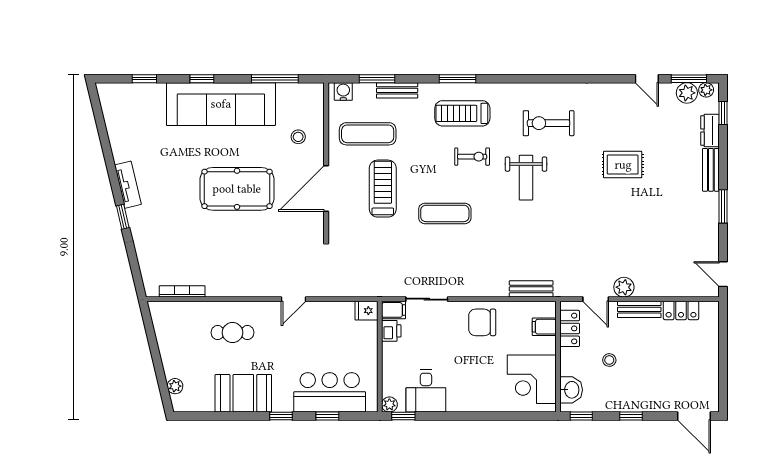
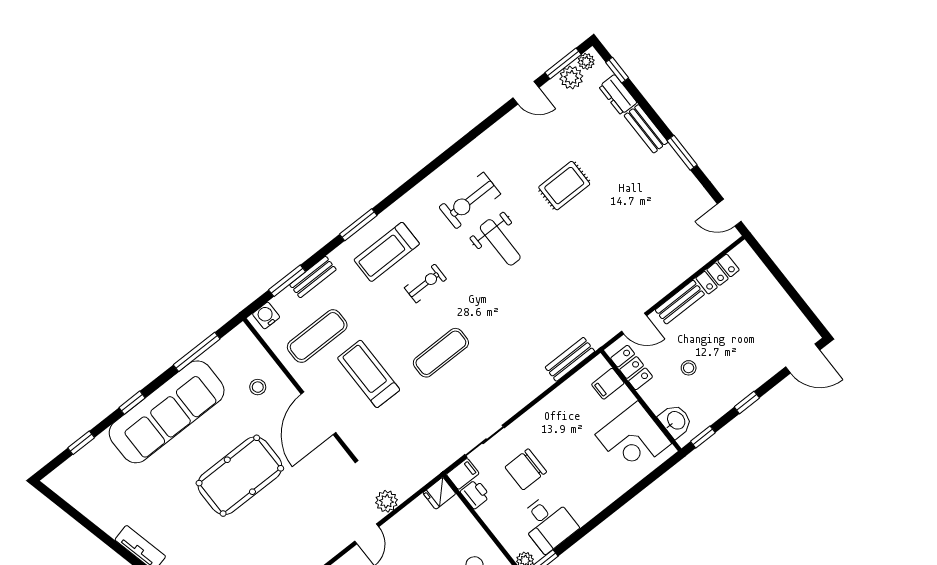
weight bench: (526, 178) -> (500, 242), moved
plant: (624, 287) -> (387, 501), moved
chair: (482, 322) -> (526, 469), moved

